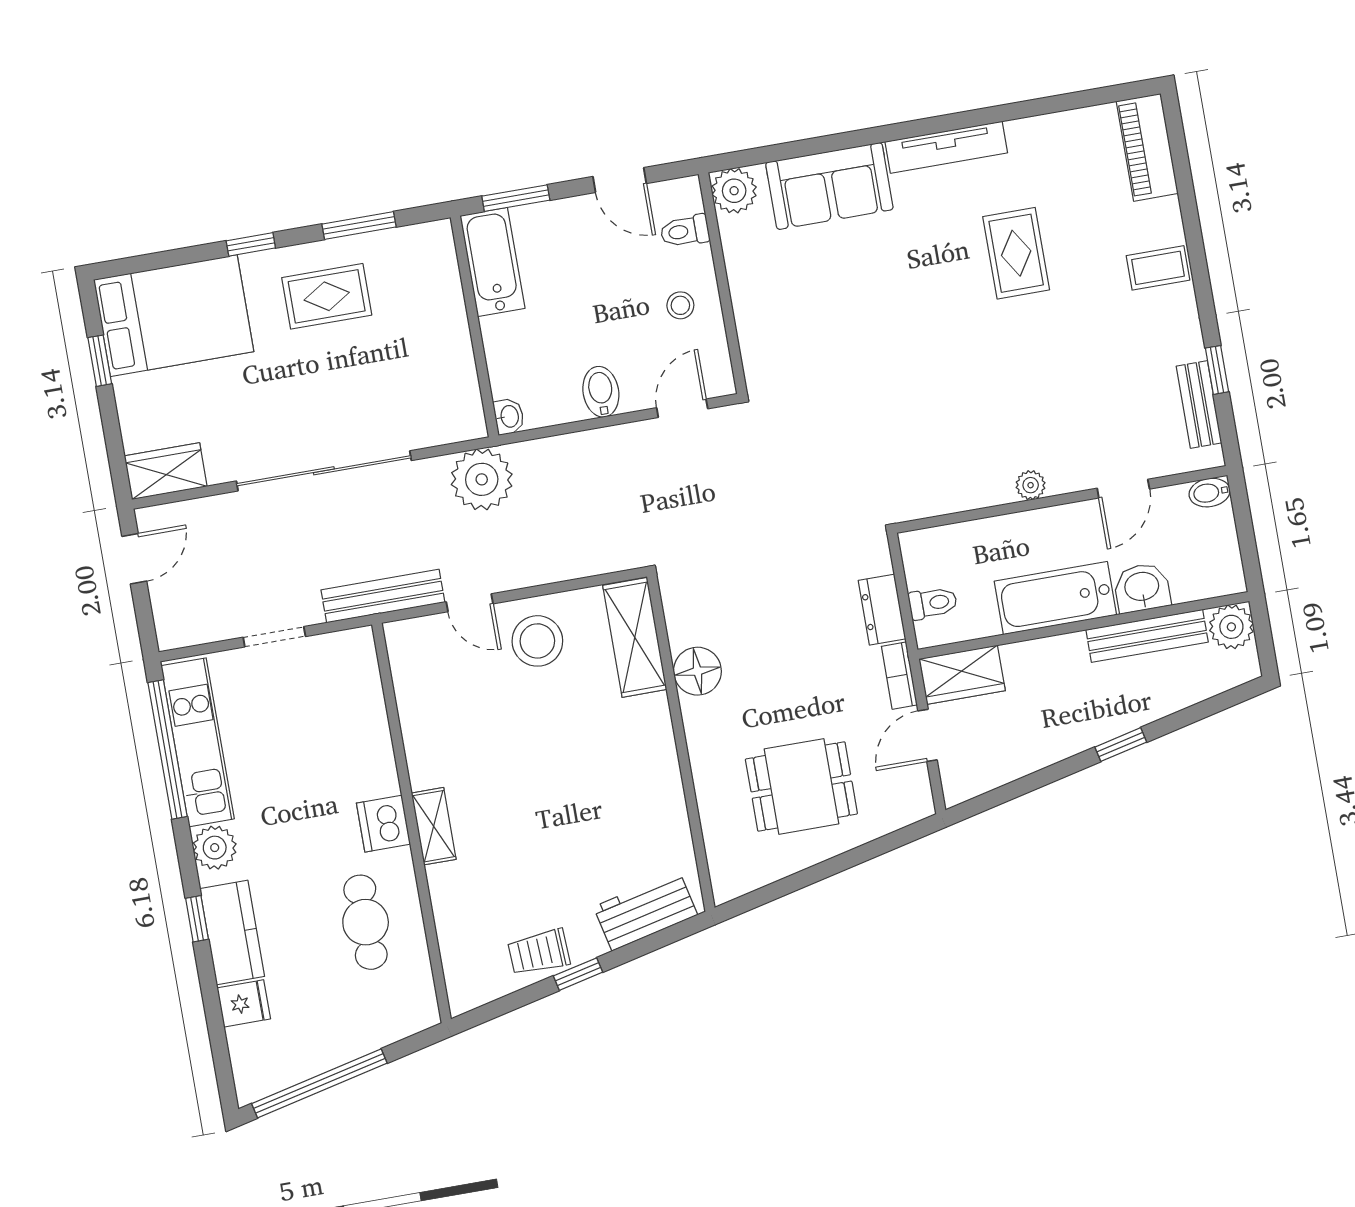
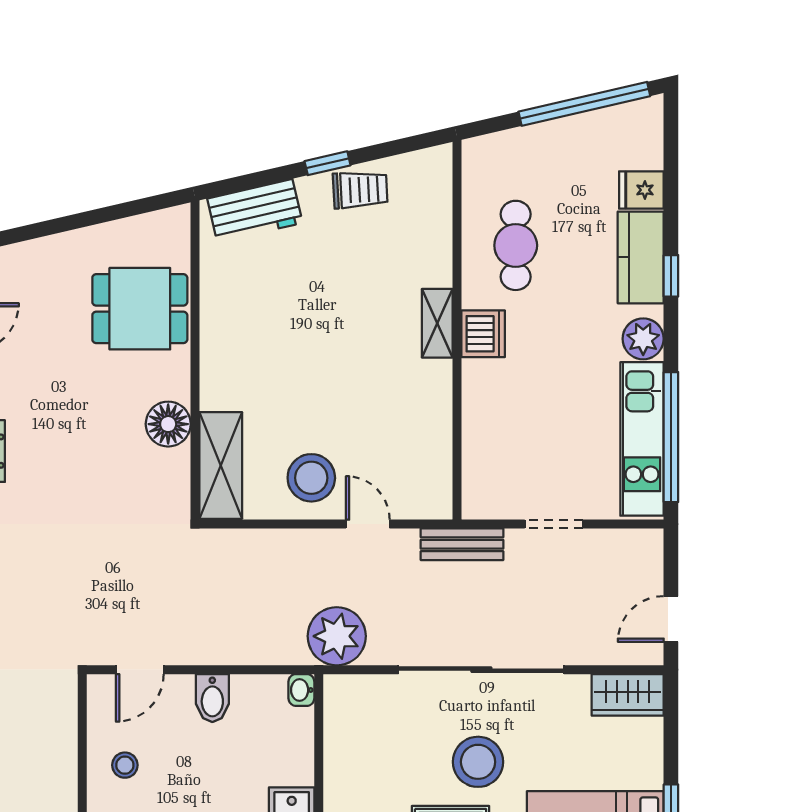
stool: (310, 373) -> (478, 762), added
bench: (383, 596) -> (462, 544), width x0.73
dining table: (801, 786) -> (140, 309), moved

